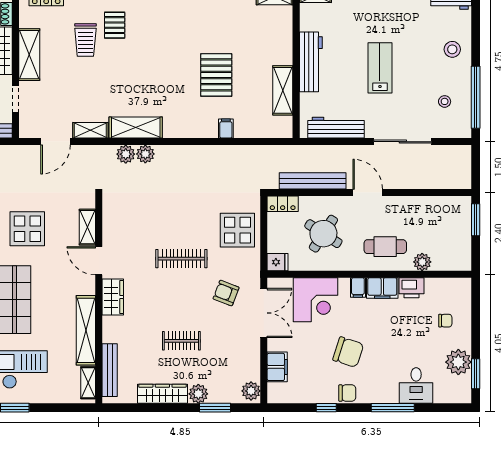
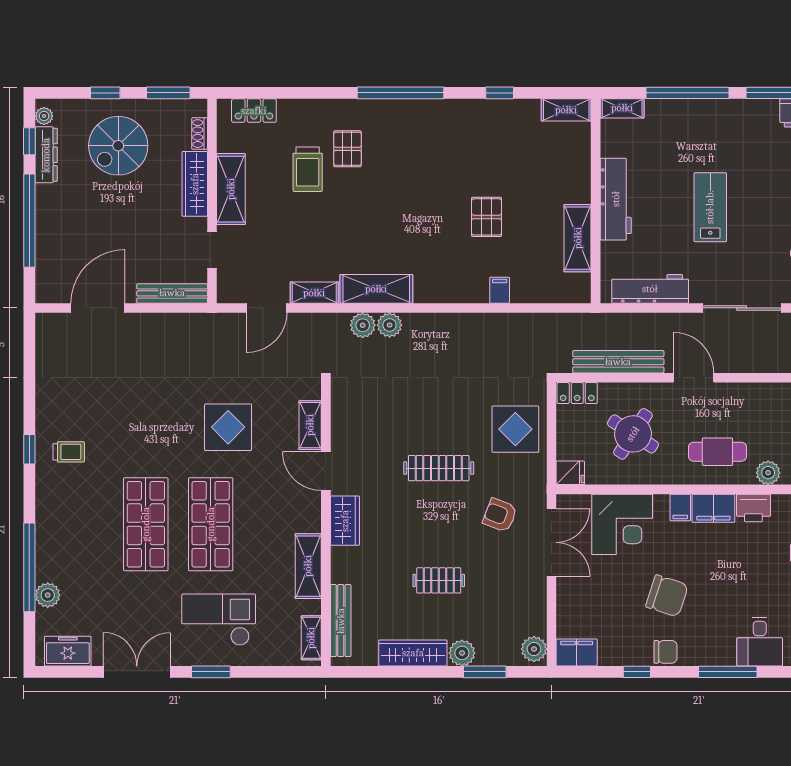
pallet: (216, 75) -> (487, 217), width x0.67, depth x0.71
shelving: (86, 330) -> (308, 566), width x0.68
filing cabinet: (277, 367) -> (577, 652), moved, turned -90

